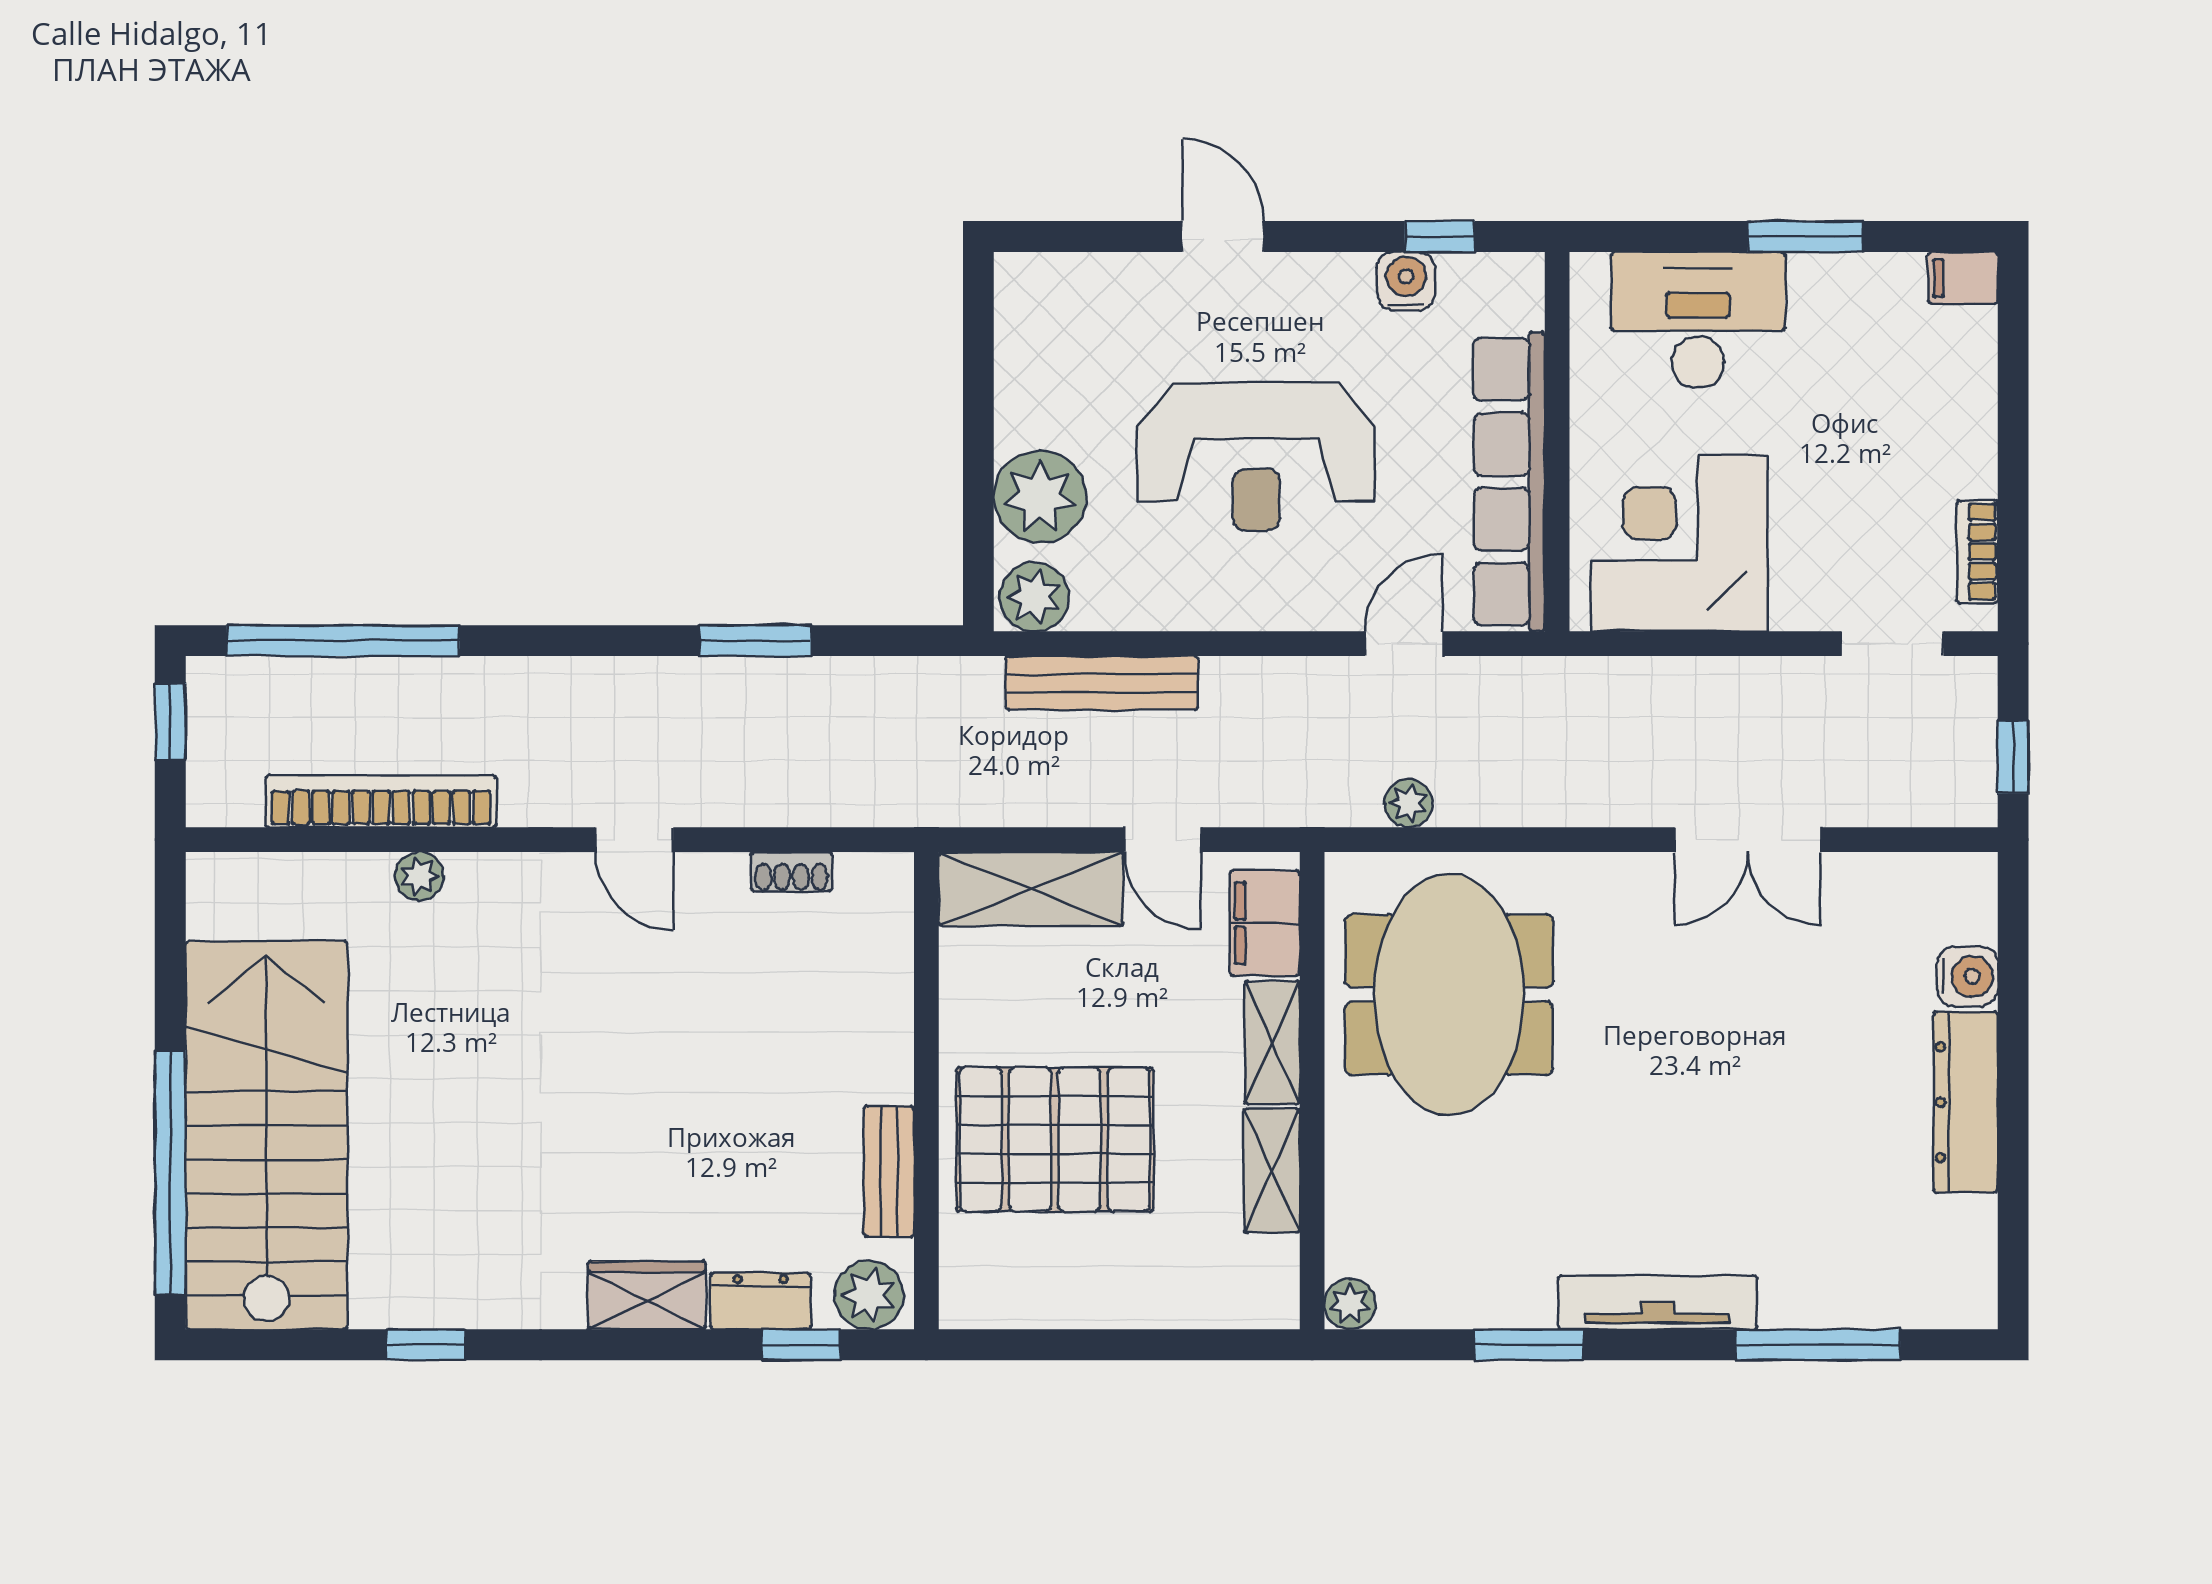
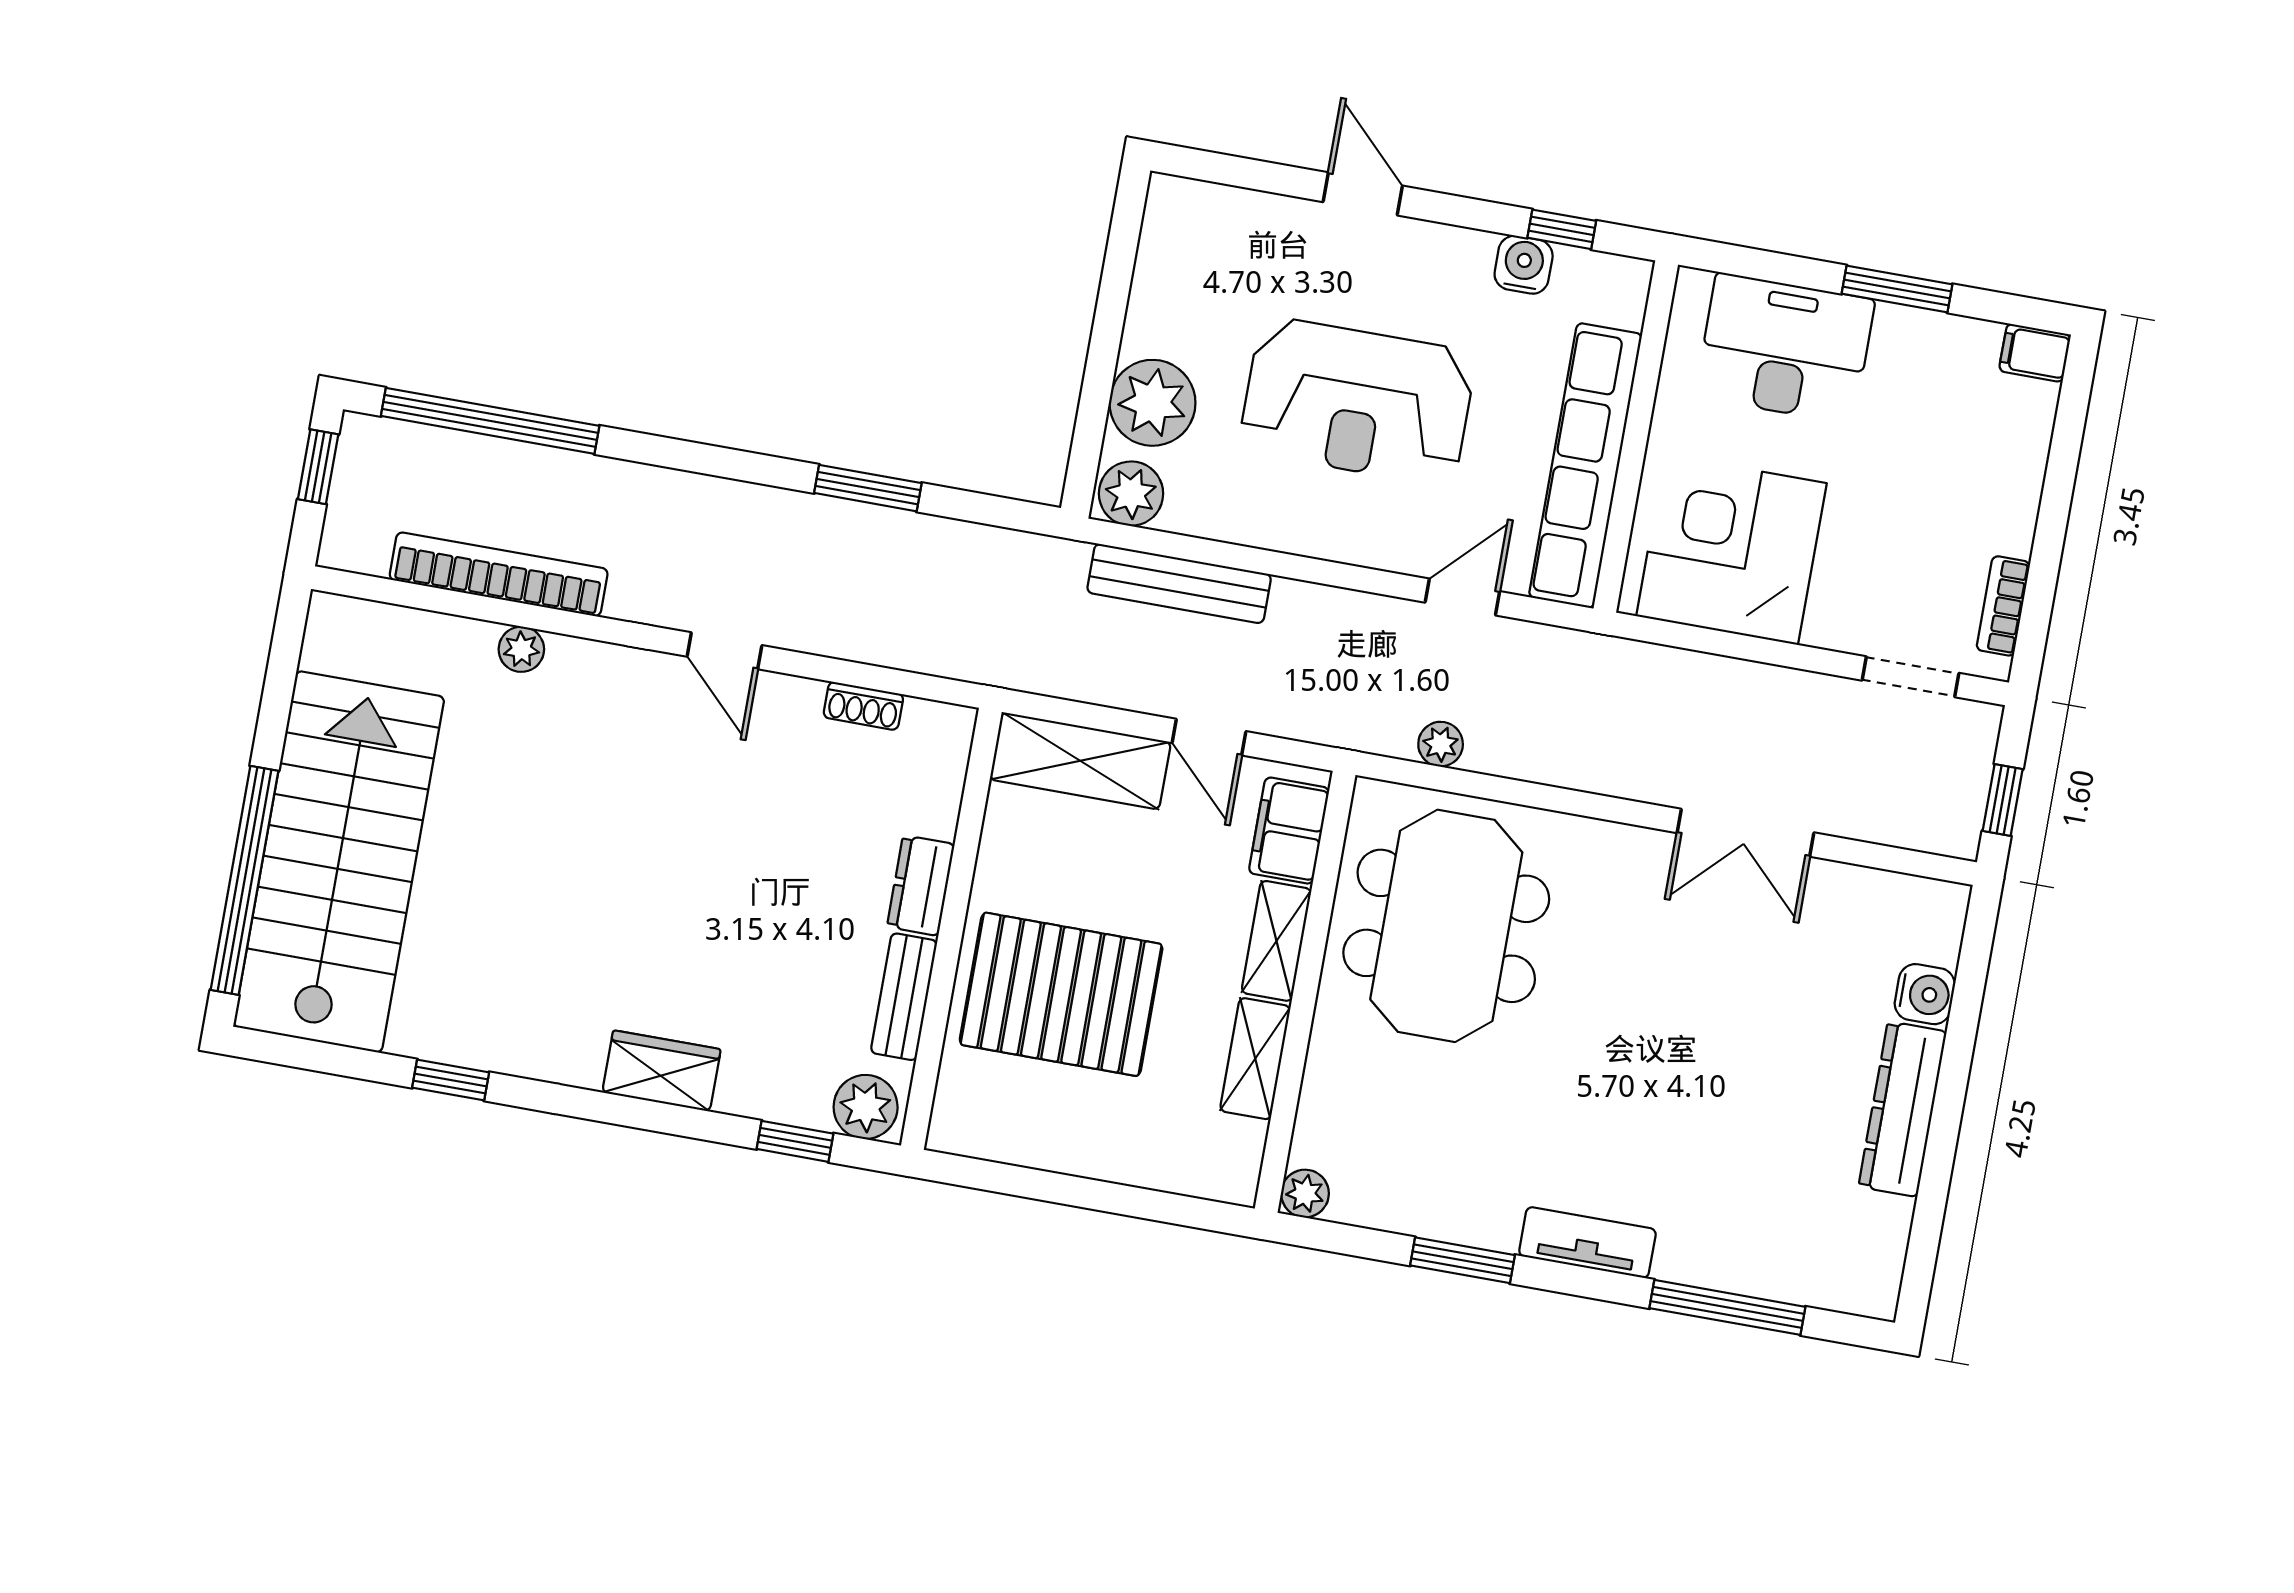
dresser: (761, 1301) -> (921, 885), moved, turned -90
tv unit: (1658, 1302) -> (1587, 1242), width x0.71

